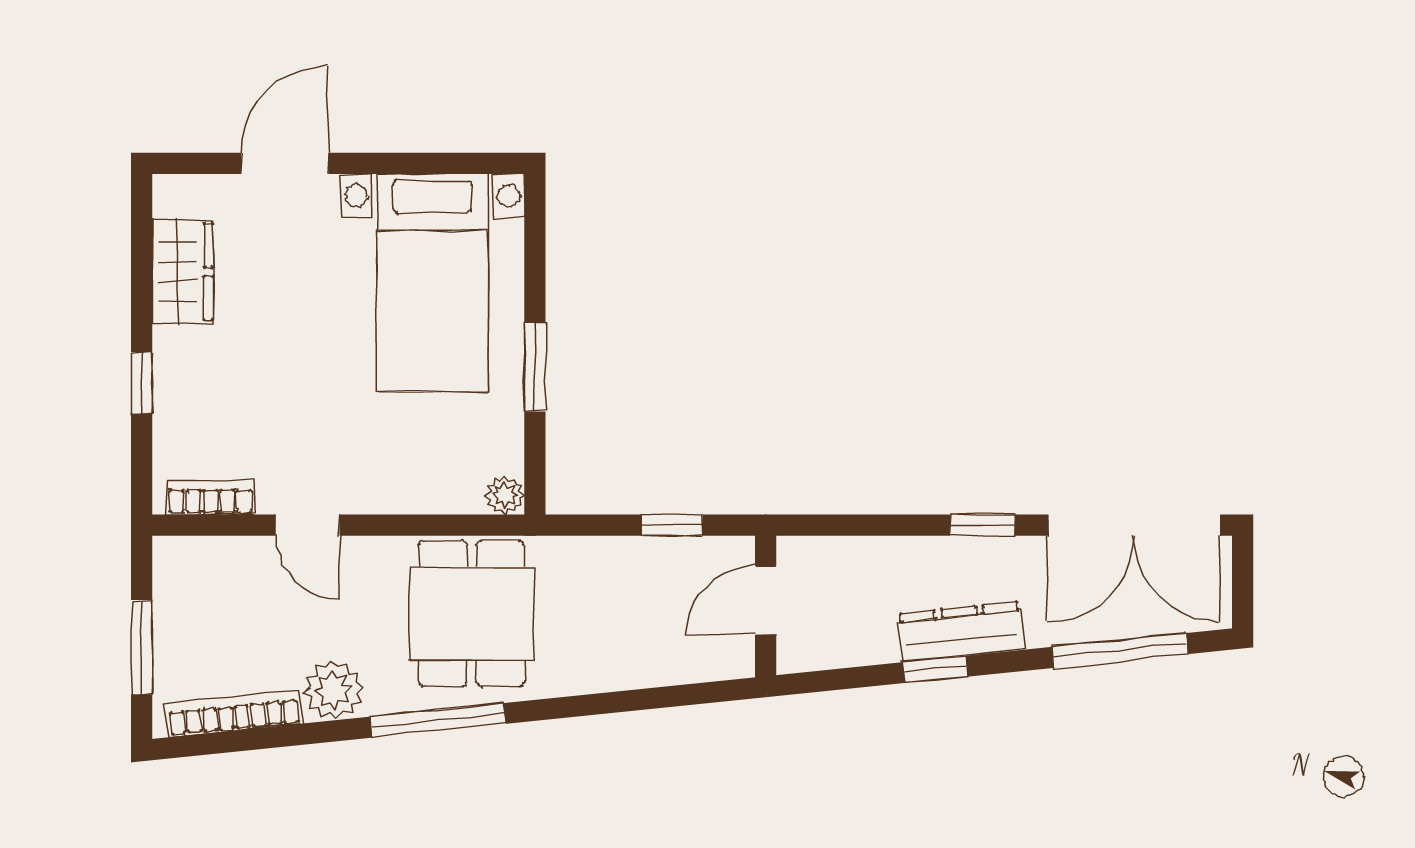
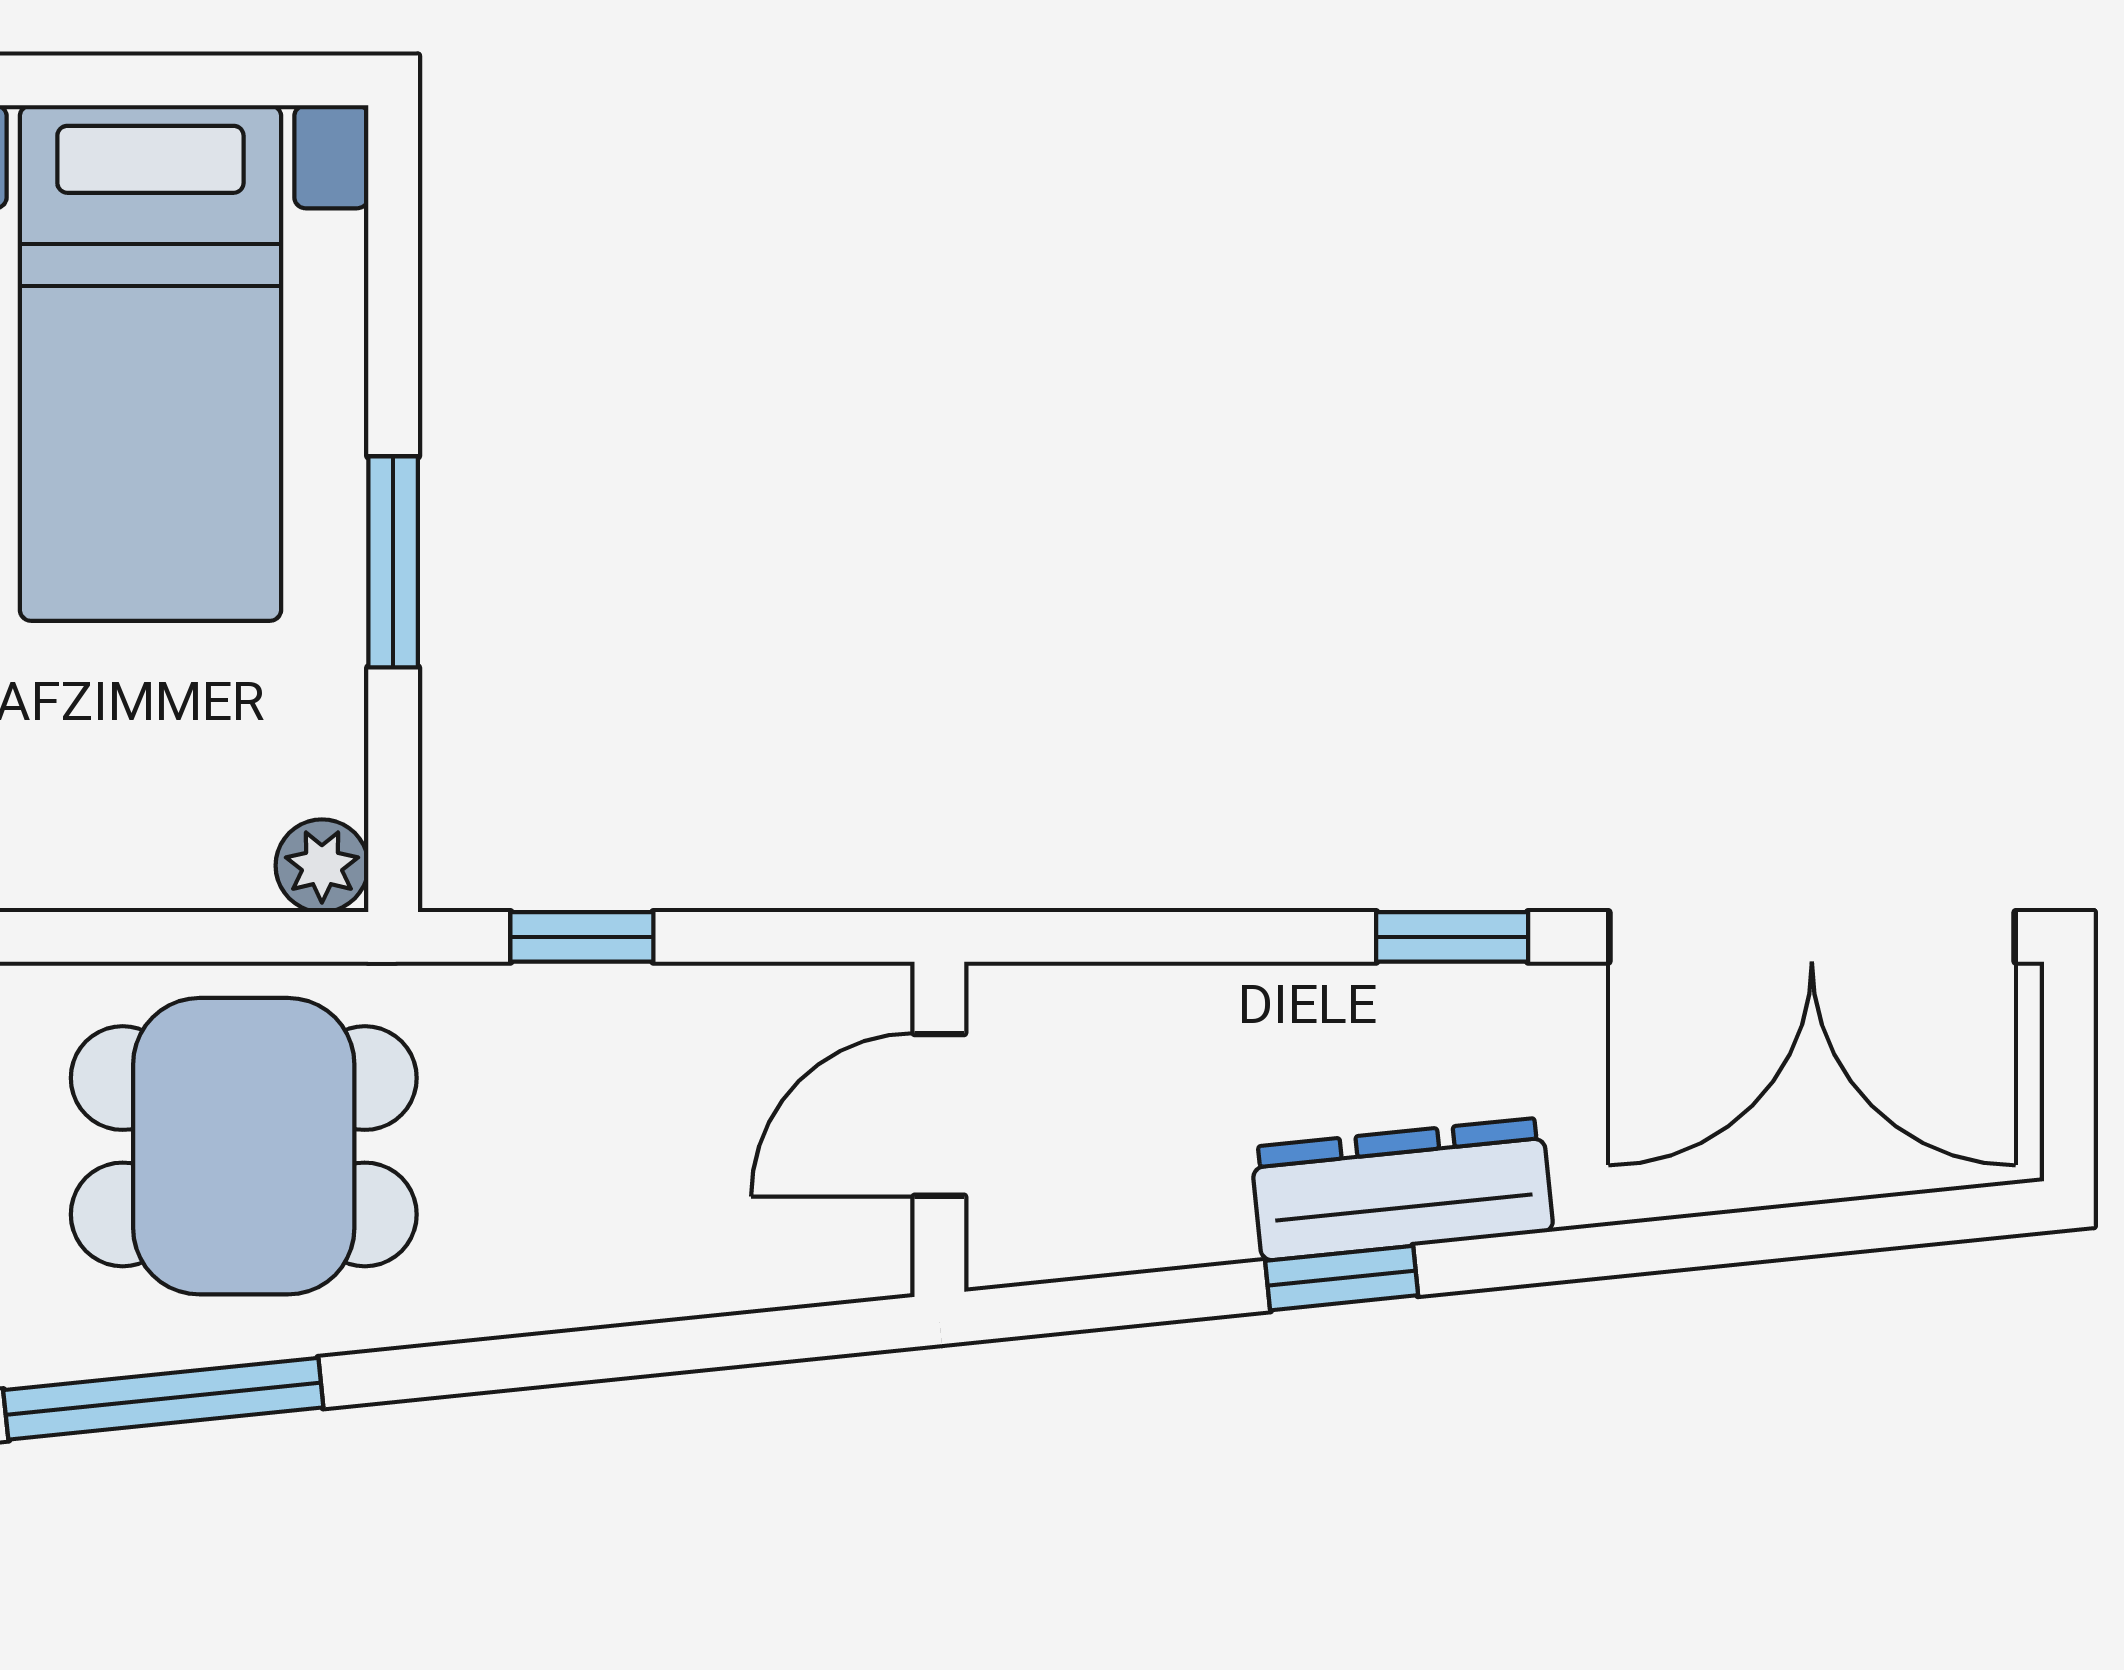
window: (672, 525) -> (582, 937), moved
dining table: (472, 614) -> (244, 1146), turned 90
window: (1120, 650) -> (1778, 1233), removed

